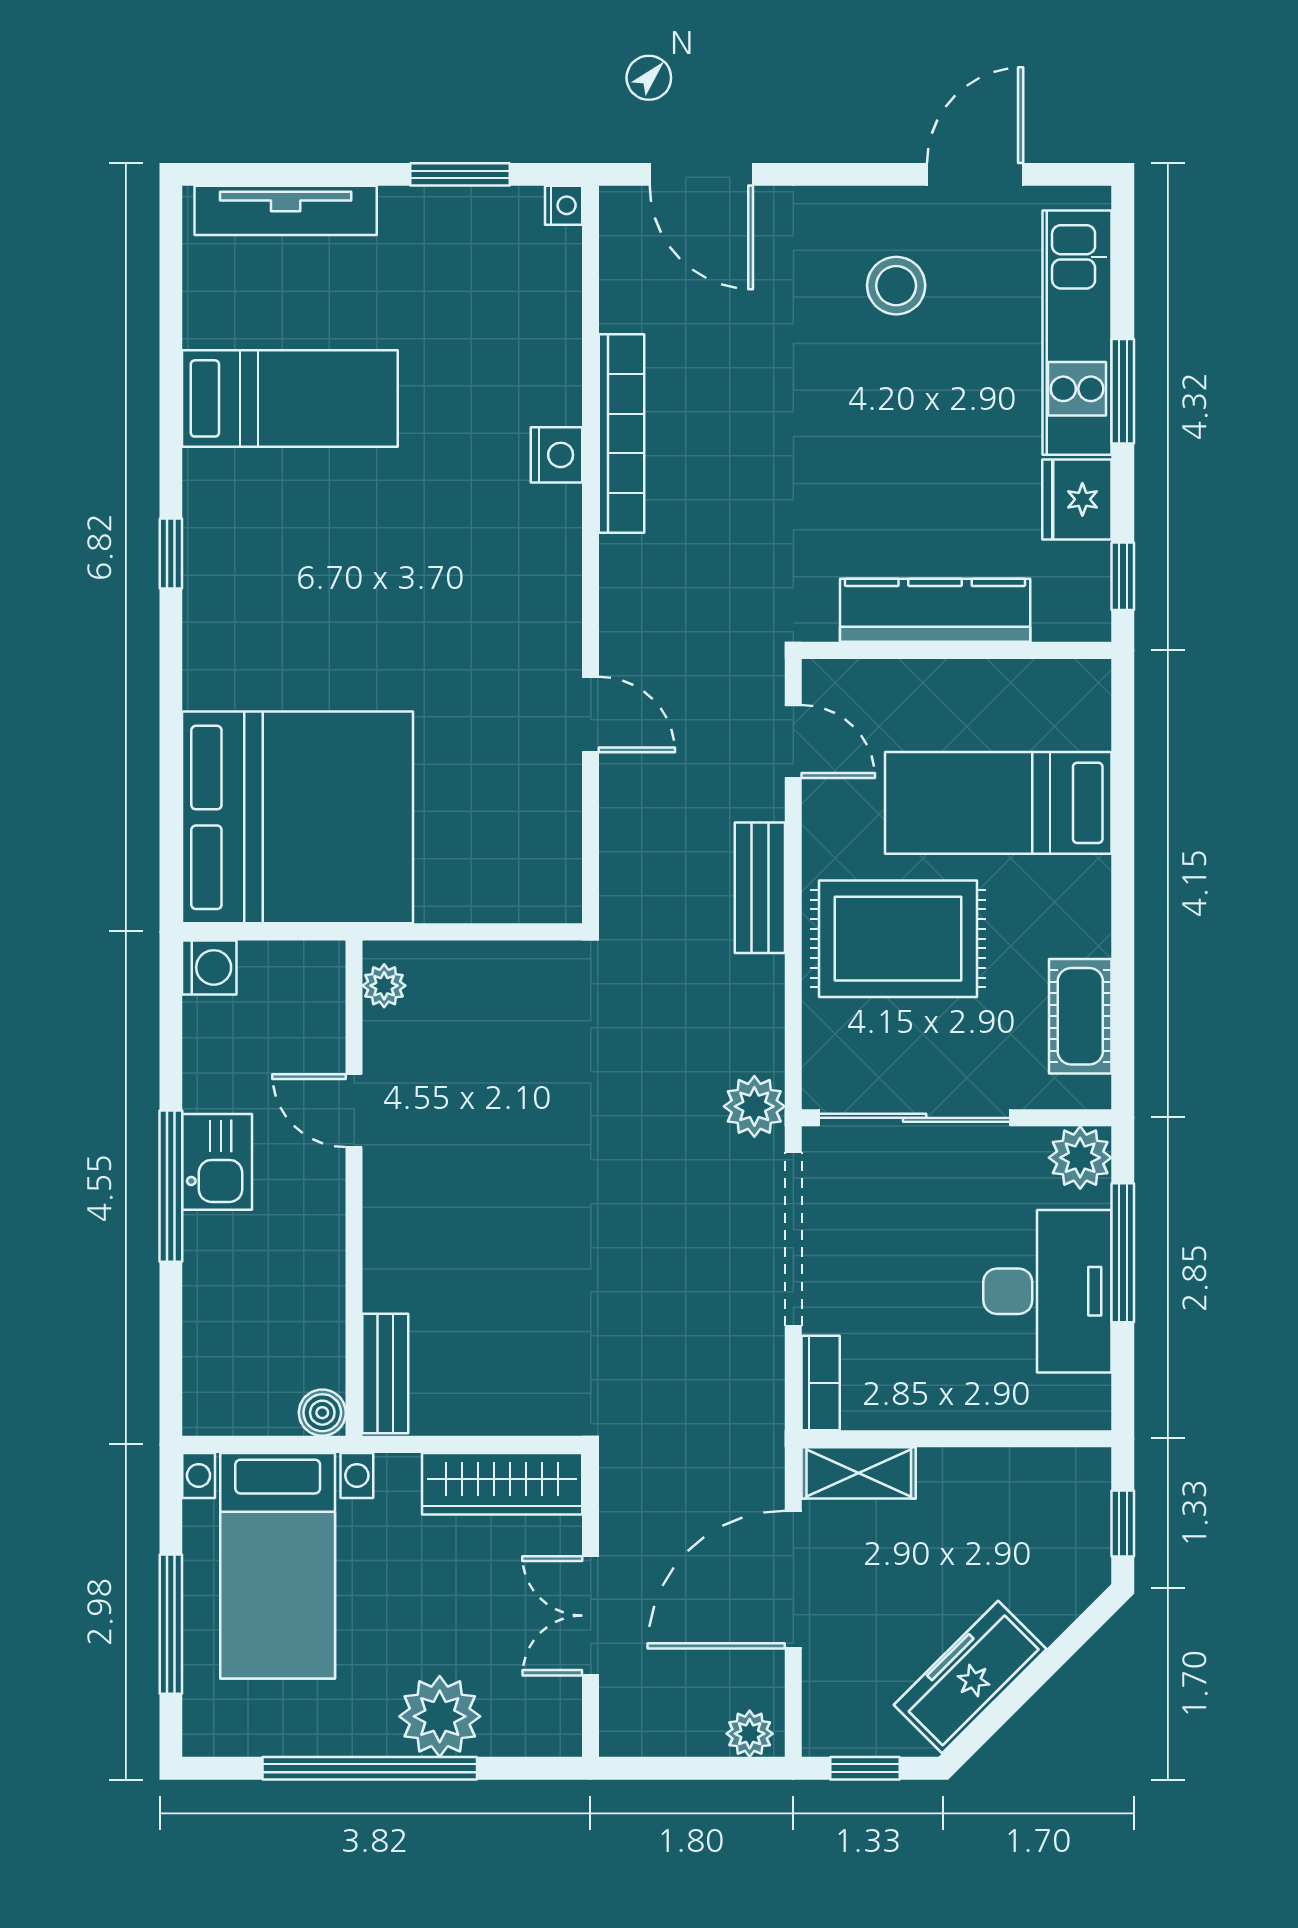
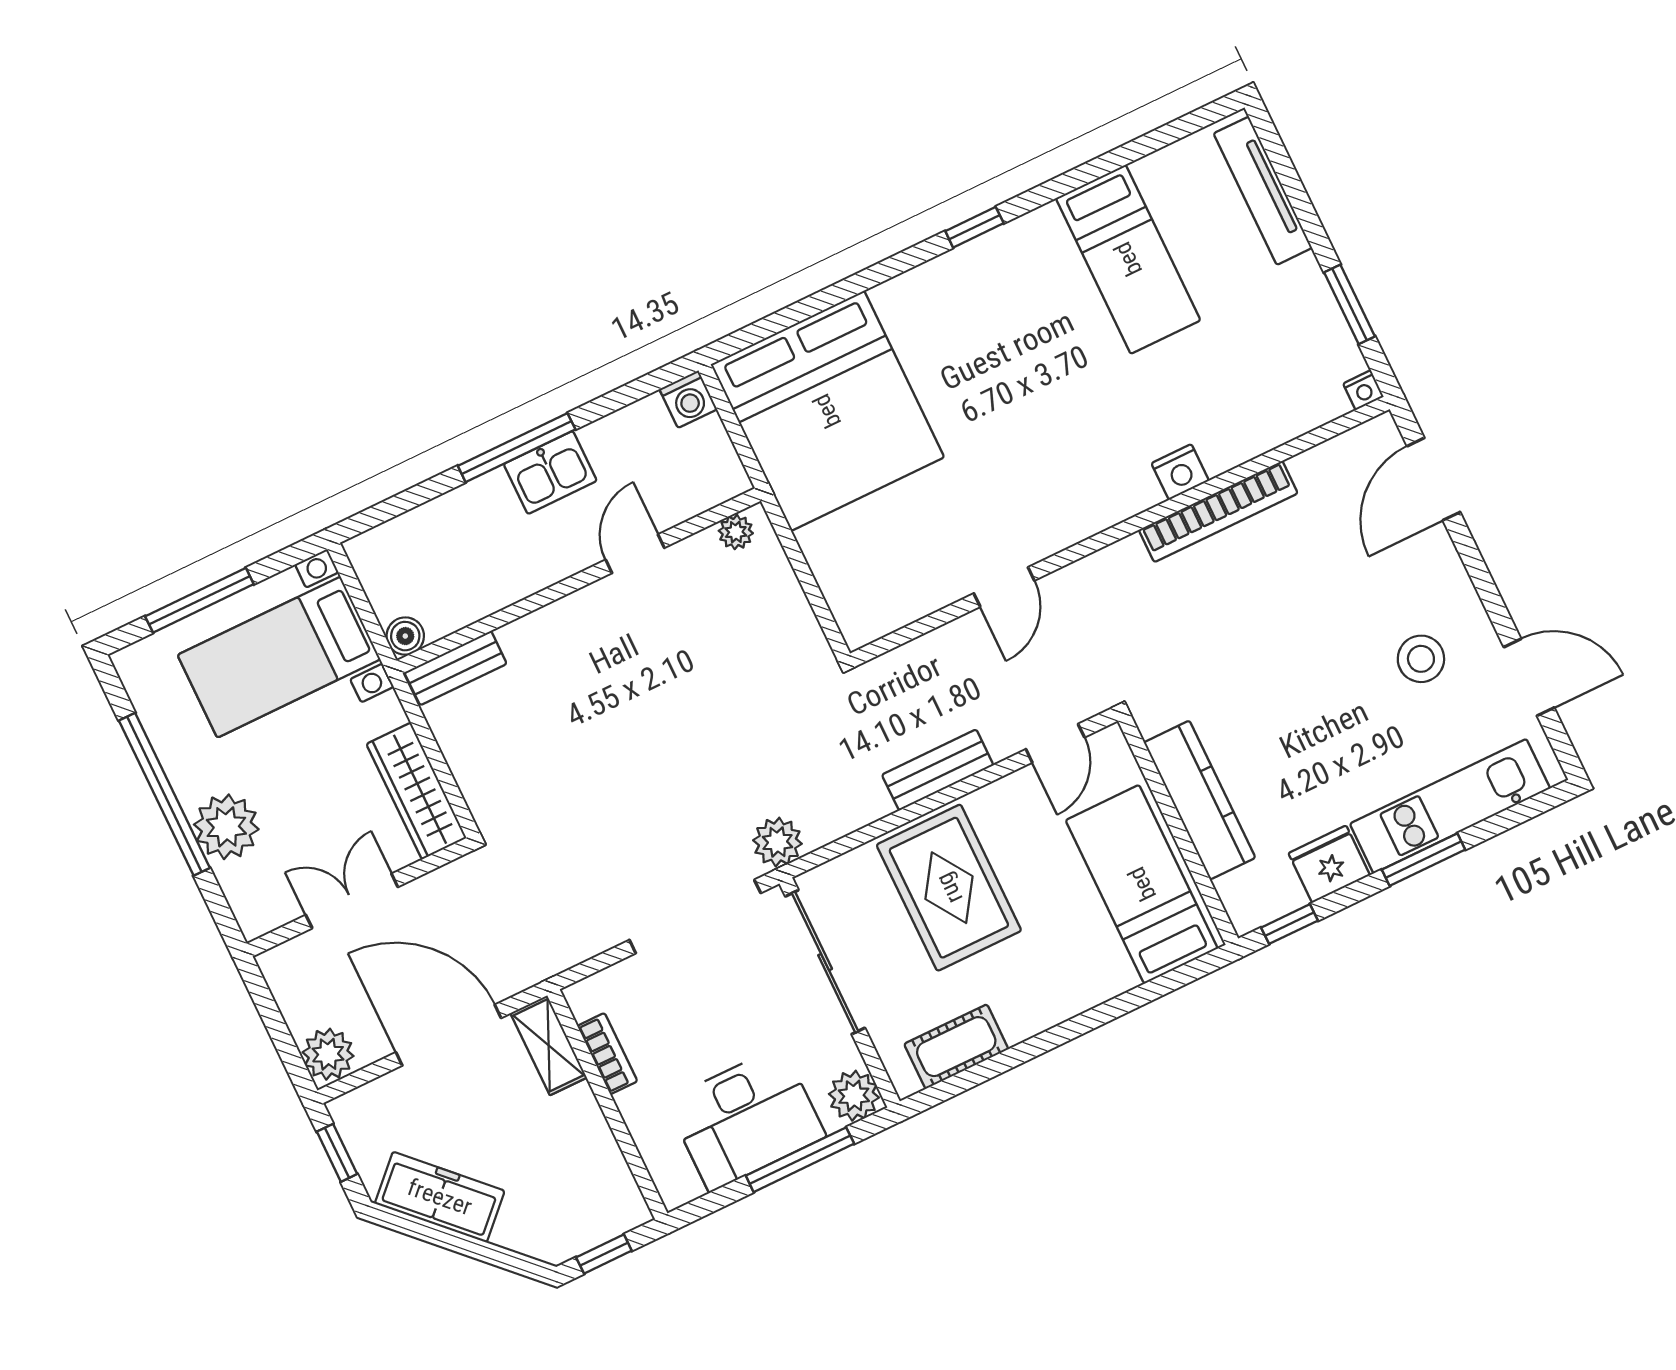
bed: (998, 803) -> (1142, 884), moved
bookcase: (821, 1383) -> (607, 1054), moved, turned -90
plant: (750, 1734) -> (328, 1054), width x1.38, depth x1.38

